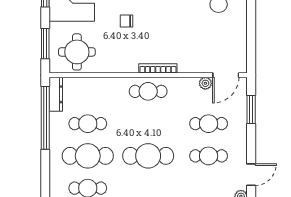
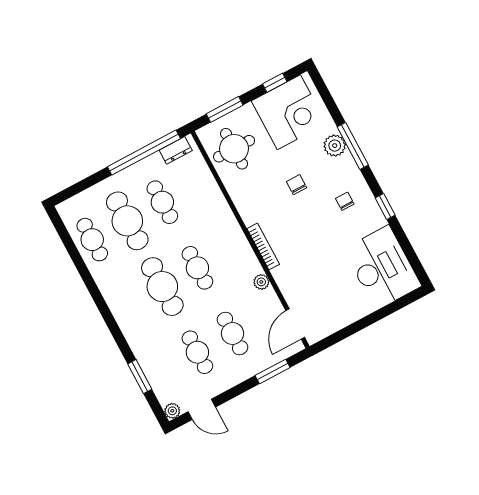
door: (226, 75) -> (295, 324), hinge flipped
plant: (205, 83) -> (261, 282), moved
cafe table: (148, 91) -> (197, 268), moved
dresser: (56, 94) -> (176, 150), width x0.70

